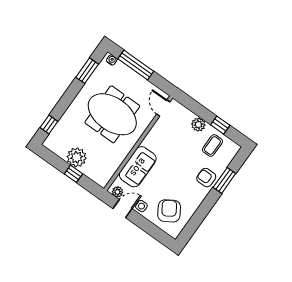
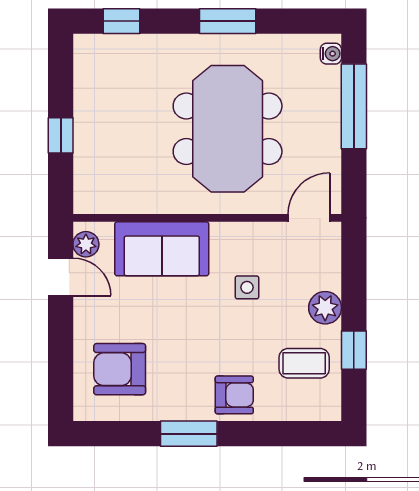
window: (87, 71) -> (228, 21), moved
plant: (77, 157) -> (96, 119), removed
armchair: (206, 178) -> (234, 395), turned 90
window: (224, 180) -> (189, 434), moved
side table: (141, 206) -> (247, 287), moved
armchair: (169, 211) -> (120, 369), turned -148

